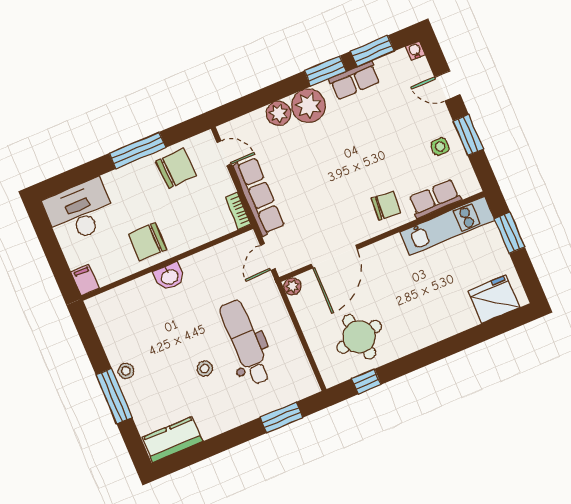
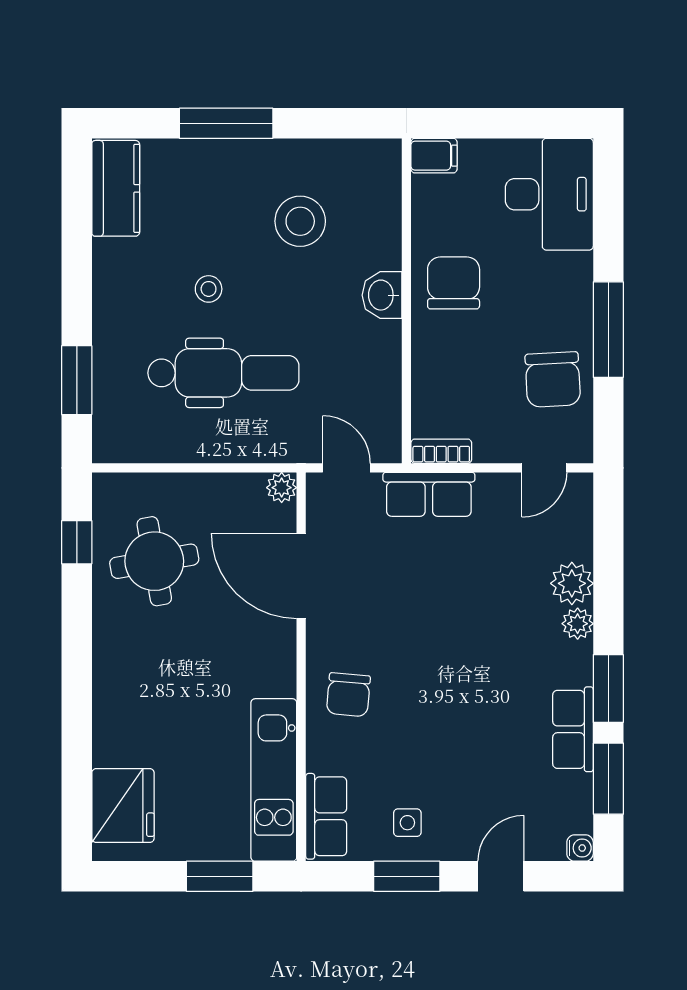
plant: (308, 106) -> (578, 624), width x0.53, depth x0.53
row of seats: (259, 196) -> (429, 494), width x0.68
row of seats: (435, 199) -> (326, 816), moved
stool: (126, 371) -> (300, 221), moved, width x1.89, depth x1.89

